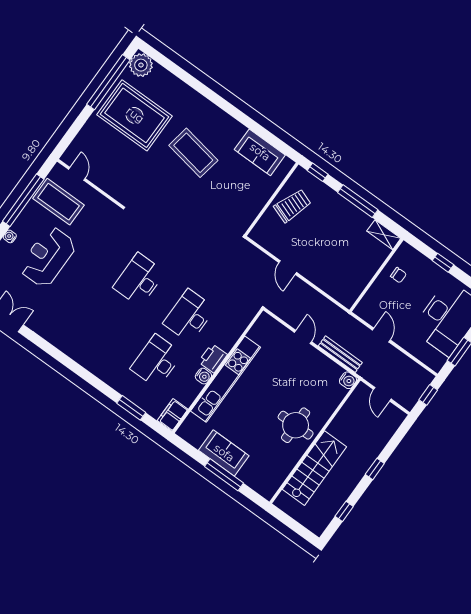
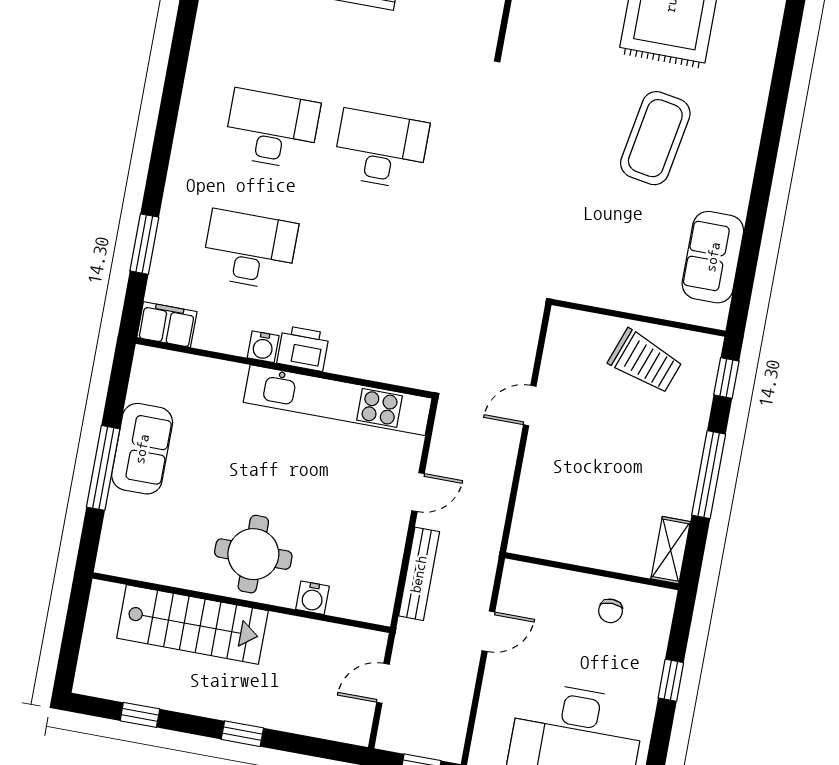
desk: (189, 316) -> (272, 129), moved
kitchen unit: (225, 379) -> (338, 400), moved
water cooler: (348, 380) -> (313, 598), moved

